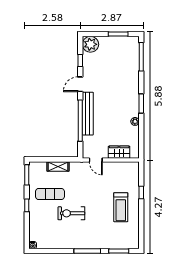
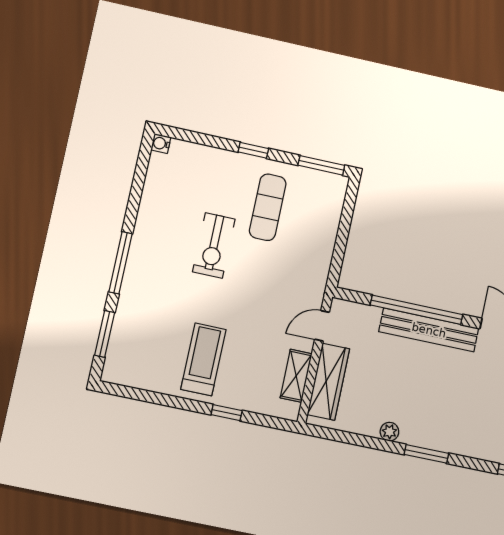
wardrobe: (119, 152) -> (328, 382), width x1.50
shelving: (58, 166) -> (296, 376), moved
treadmill: (121, 207) -> (203, 359), turned 90
exercise bike: (71, 213) -> (214, 245), turned 180

